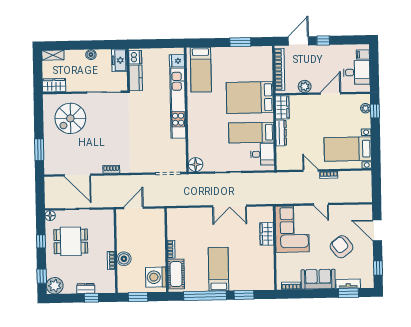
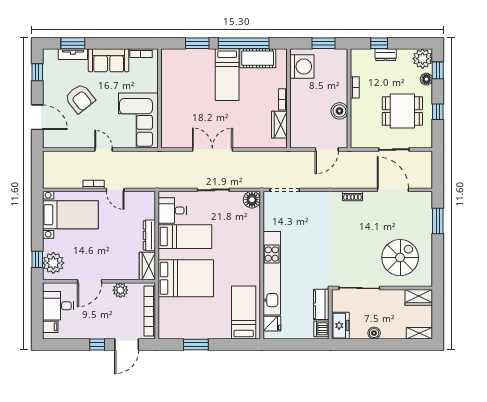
plant: (366, 108) -> (53, 263), width x1.88, depth x1.88
floor lamp: (50, 216) -> (426, 79), moved
wardrobe: (267, 234) -> (279, 125), moved, turned 180
boiler: (124, 259) -> (339, 111), moved
cot: (176, 274) -> (258, 58), moved, turned 90

